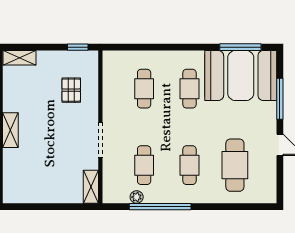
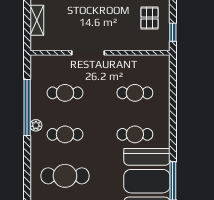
pallet: (71, 90) -> (149, 18), moved, turned 90
shelving: (91, 187) -> (37, 20), moved, turned 90
plant: (137, 197) -> (36, 125), moved

